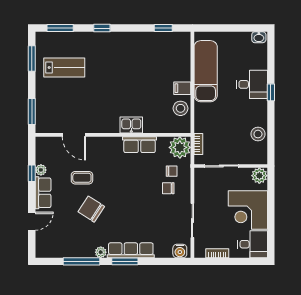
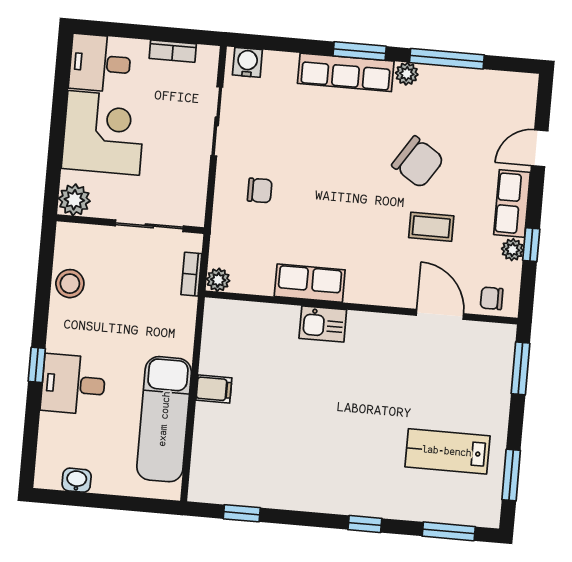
washbasin: (259, 37) -> (77, 480), moved
stool: (180, 108) -> (221, 349), removed
plant: (180, 147) -> (218, 280), width x0.53, depth x0.53
chair: (172, 171) -> (492, 298), moved

